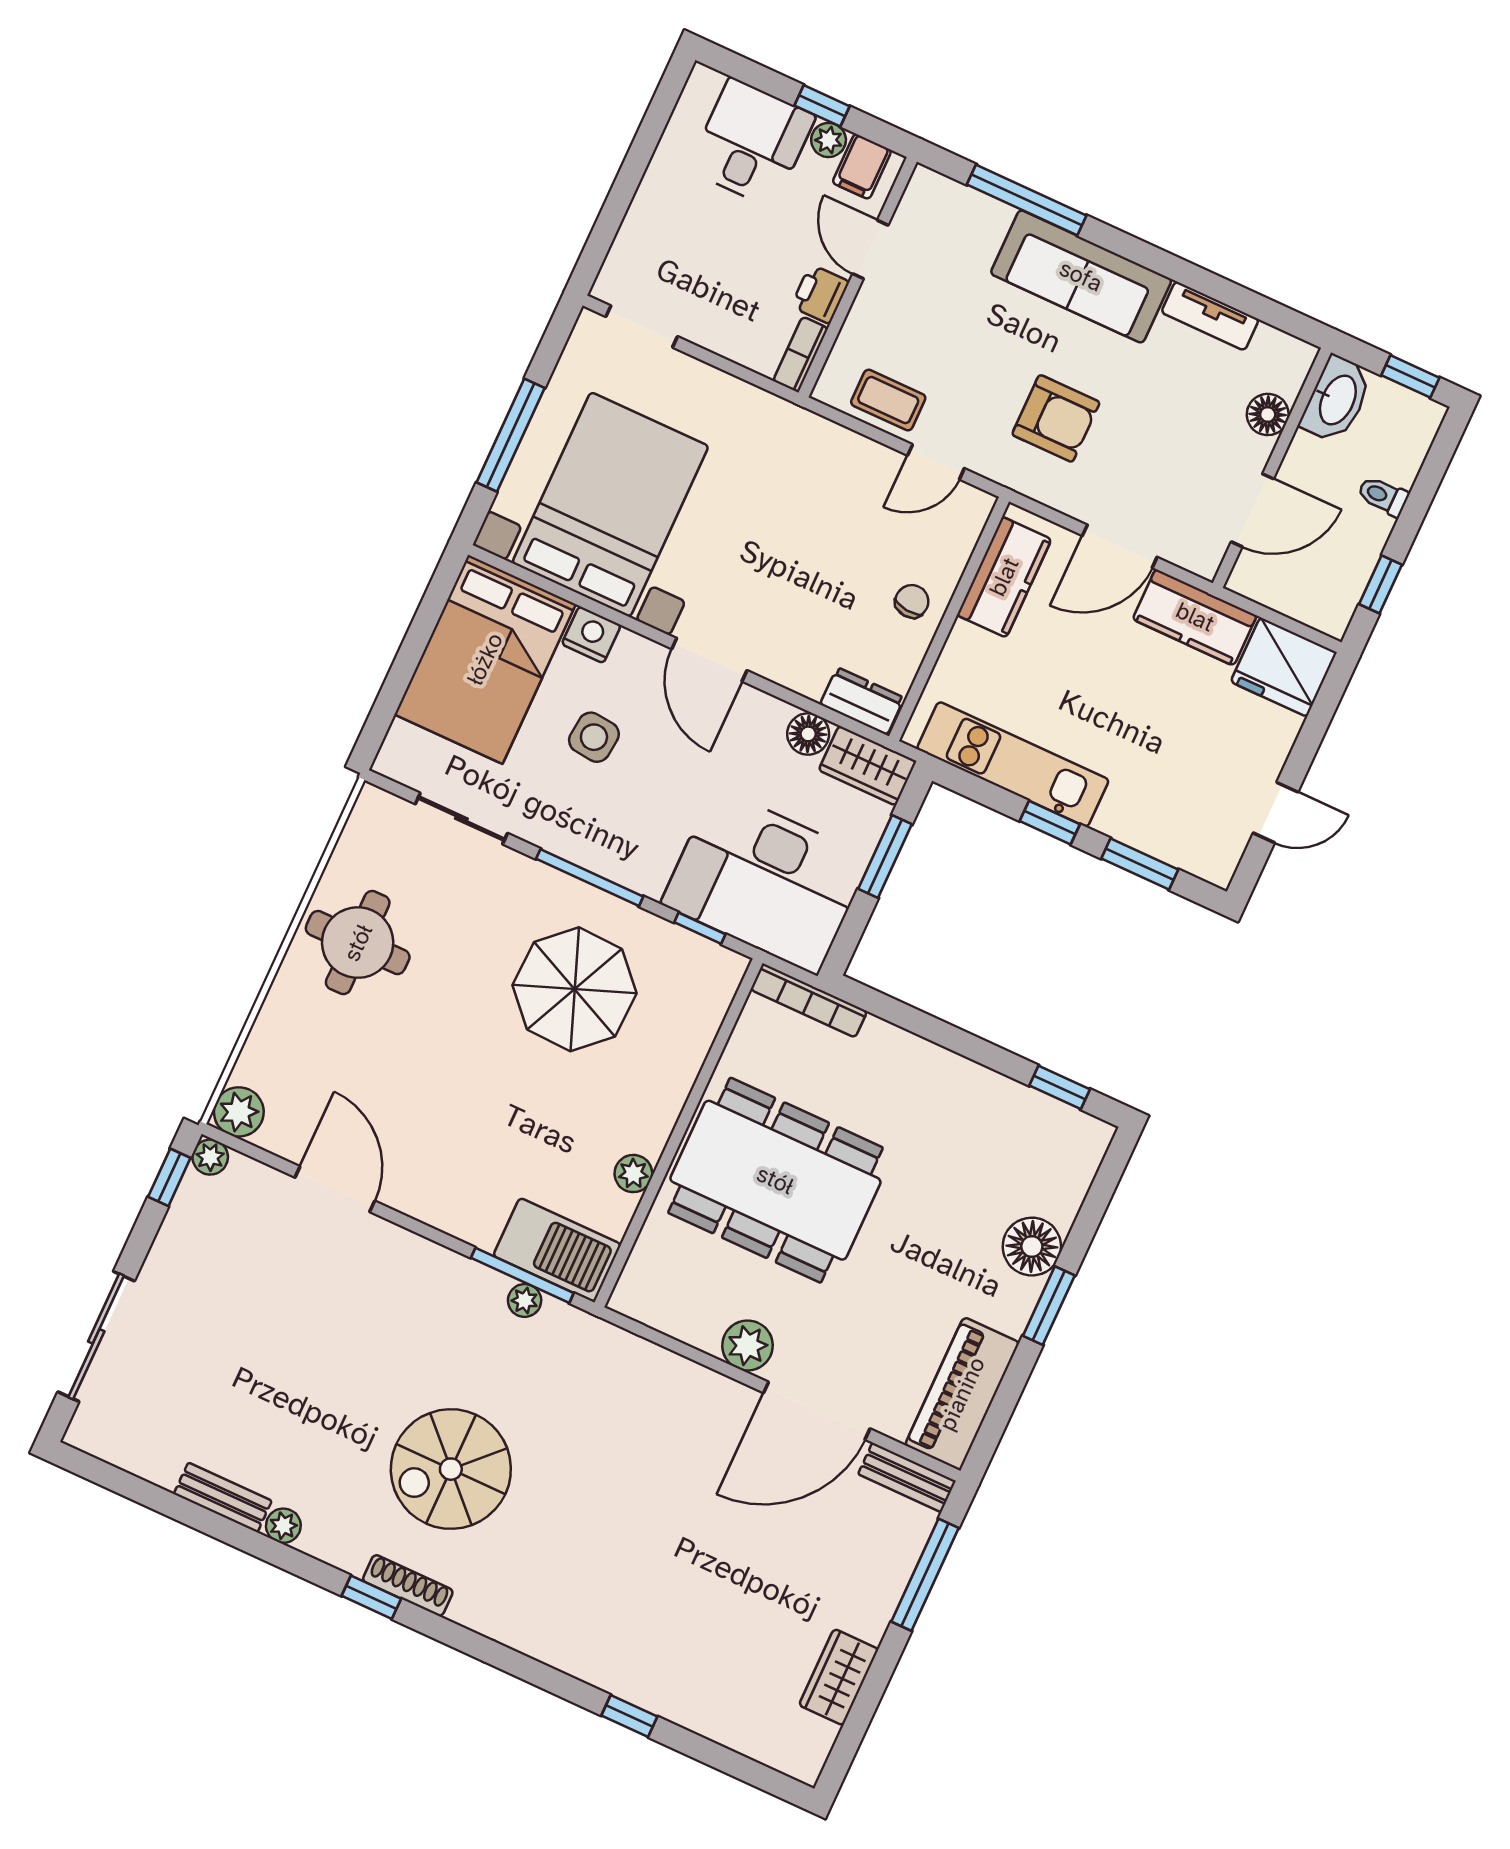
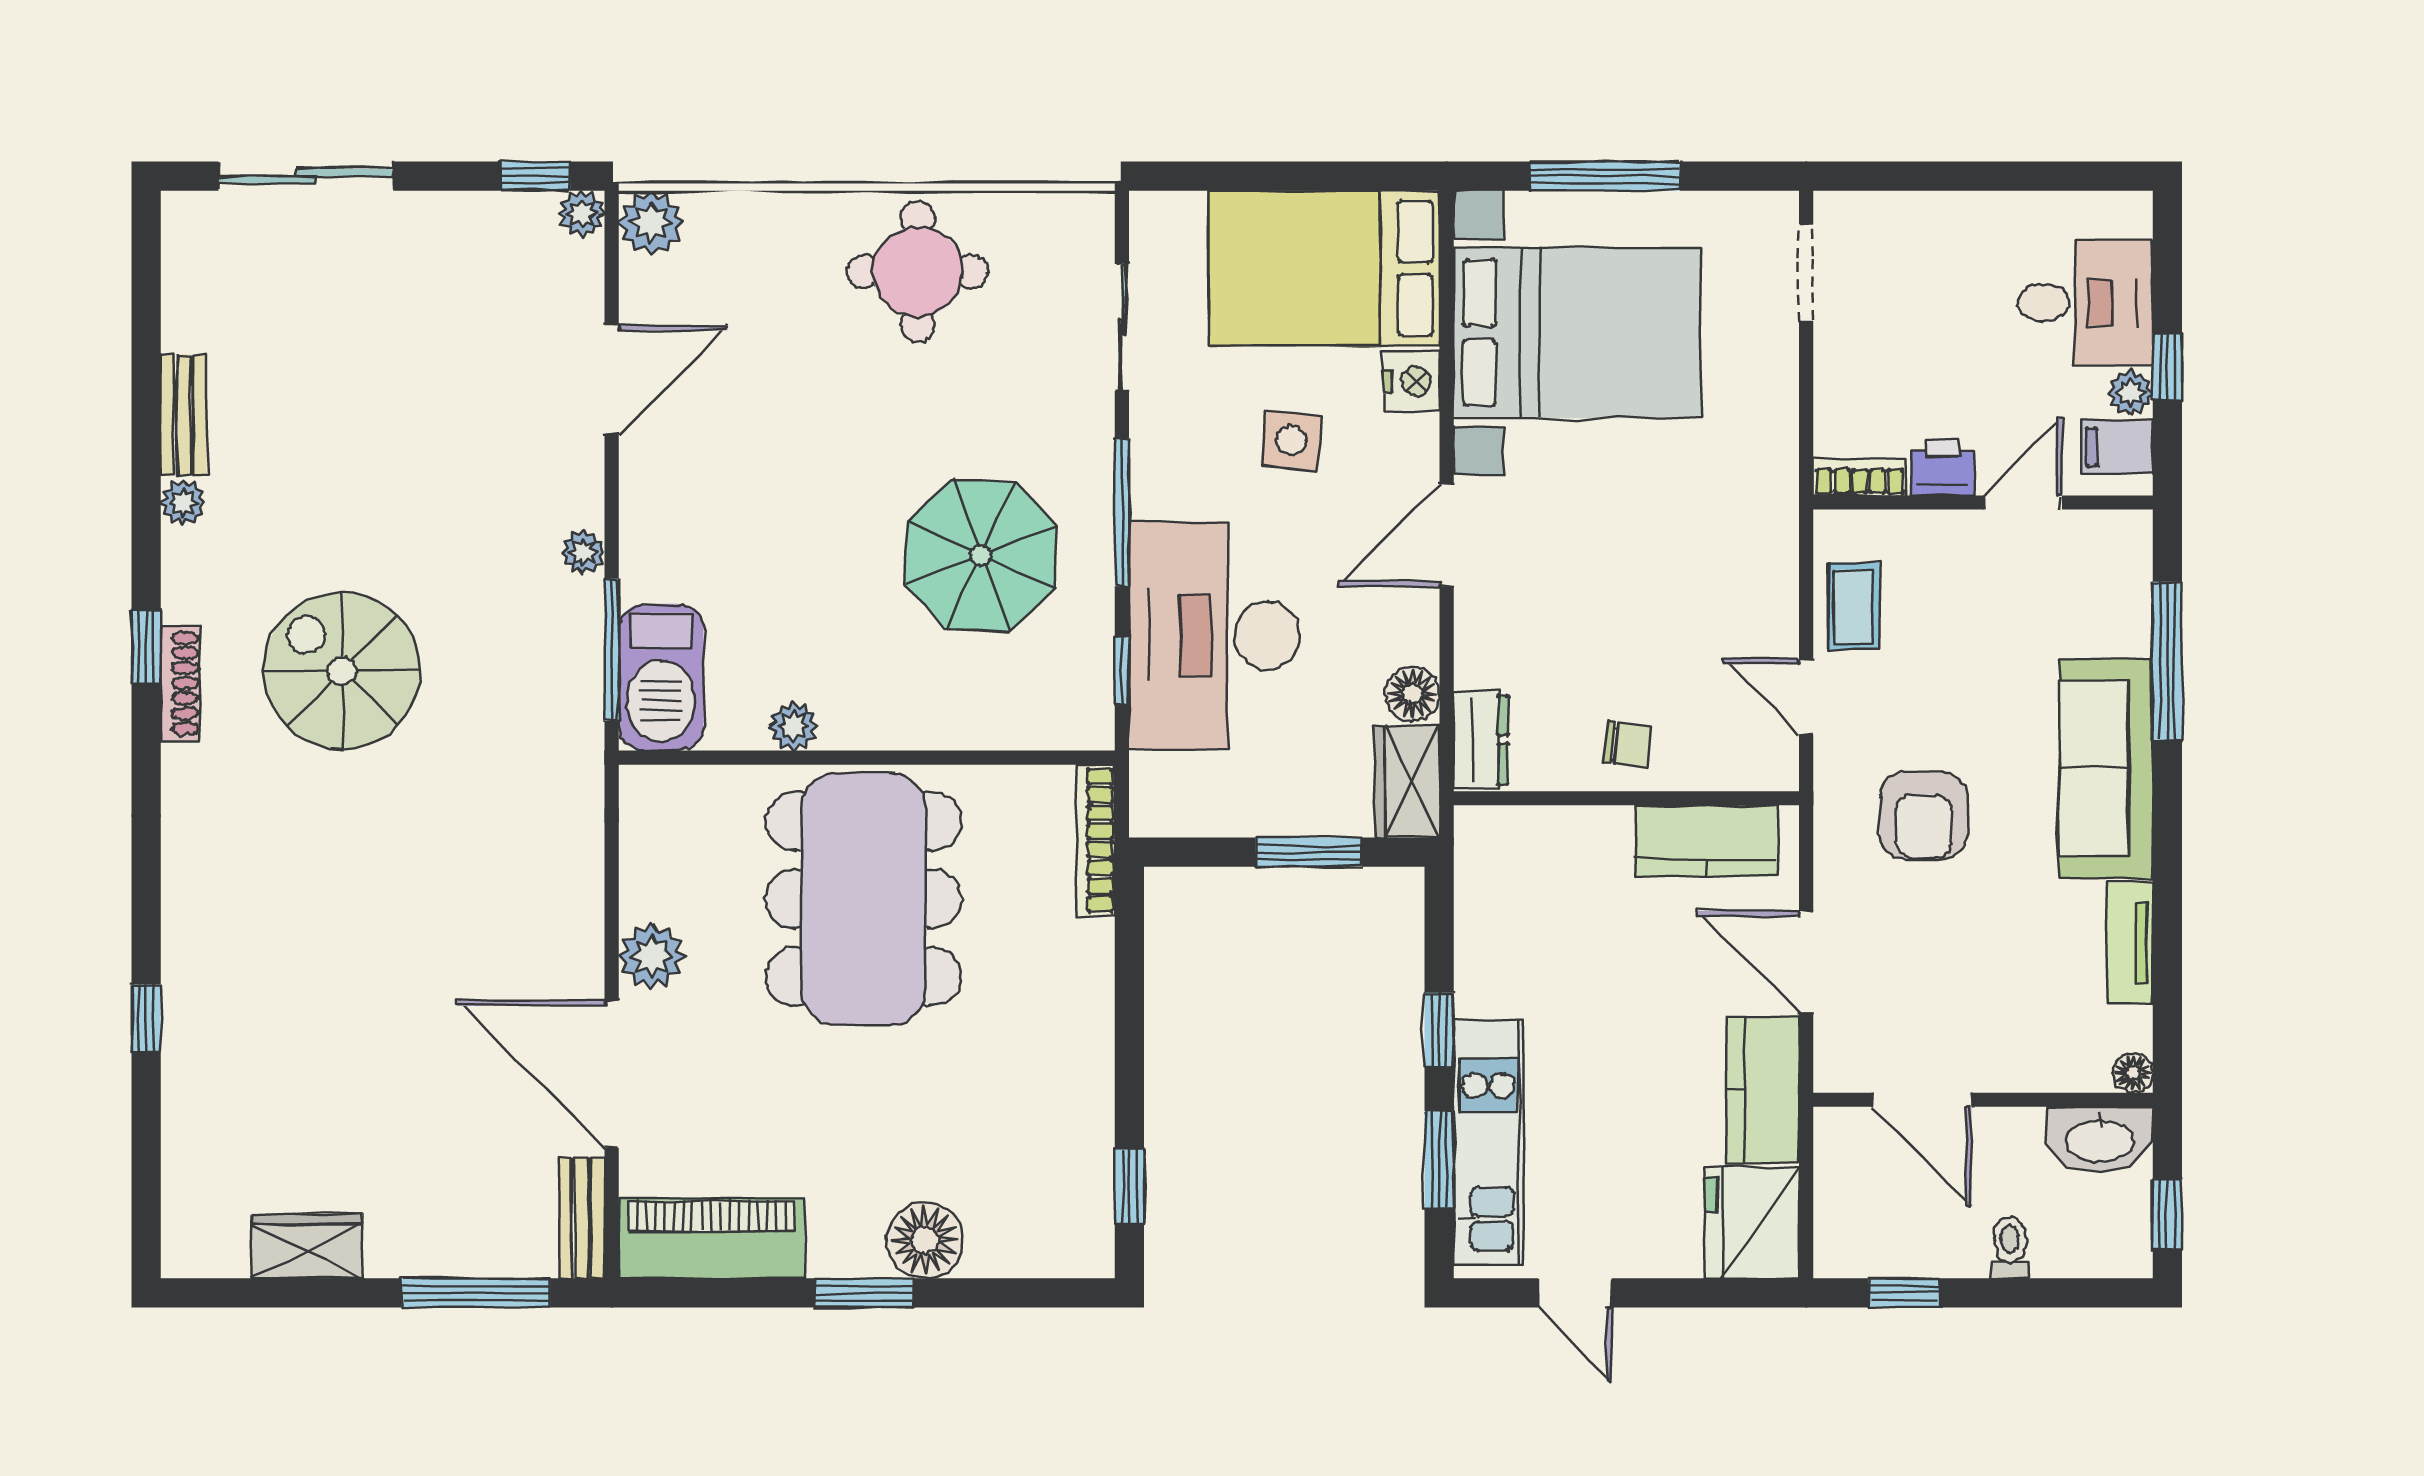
floor lamp: (1268, 414) -> (2133, 1073), moved, width x0.73, depth x0.73
kitchen unit: (1013, 764) -> (1488, 1142), moved
desk: (766, 881) -> (1214, 636), moved
plant: (525, 1300) -> (583, 552), moved

